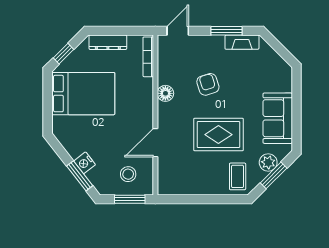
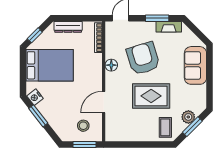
armchair: (208, 84) -> (143, 58), width x1.88, depth x1.88
sofa: (278, 118) -> (195, 65), moved
nightstand: (85, 163) -> (35, 97), moved
window: (80, 176) -> (38, 116), moved

